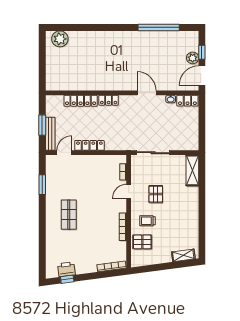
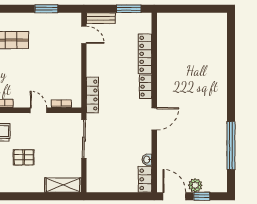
plant: (60, 39) -> (218, 30), removed
door: (147, 93) -> (154, 119), moved
window: (42, 125) -> (129, 9), moved
bench: (50, 134) -> (101, 18), width x0.73
locker: (89, 145) -> (92, 95), moved
pallet: (156, 194) -> (24, 157), moved

